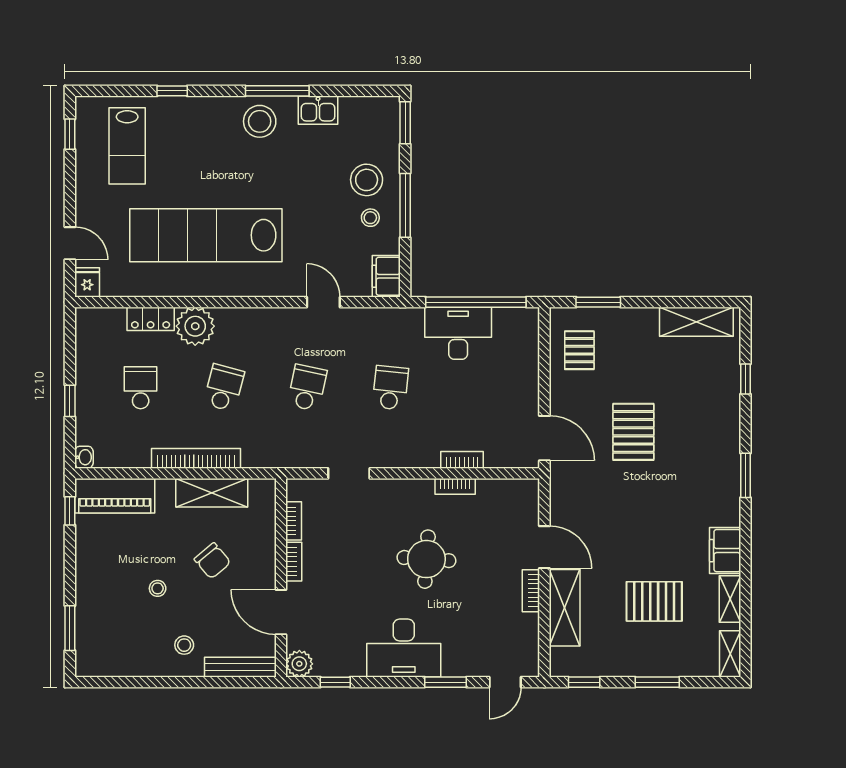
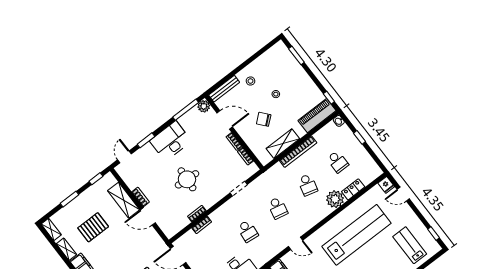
window: (335, 682) -> (186, 110), width x2.17

